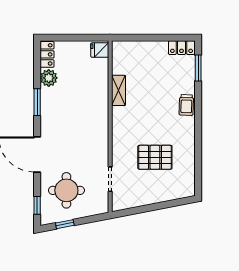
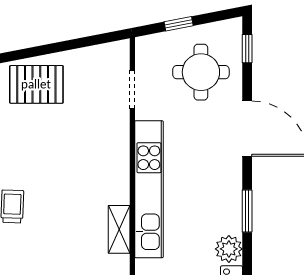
kitchen unit: (99, 116) -> (149, 189), added
pallet: (155, 157) -> (36, 84), moved
window: (65, 224) -> (179, 24), moved

